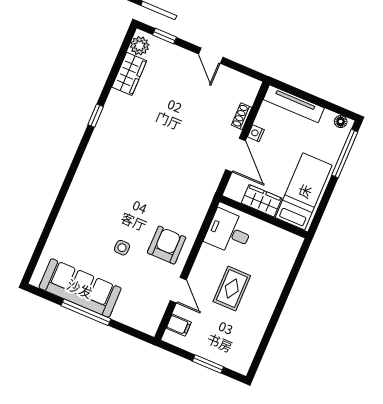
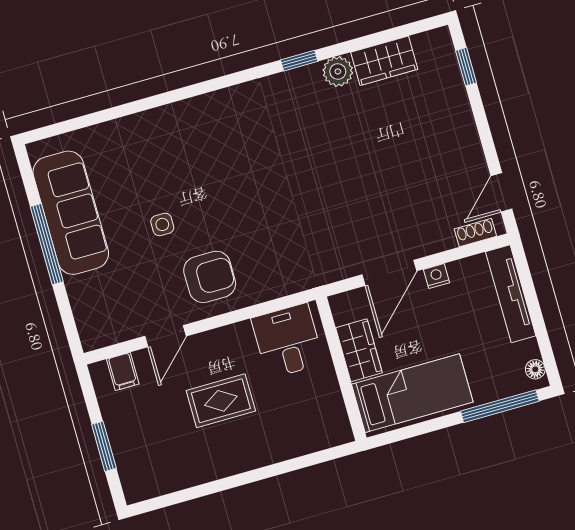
plant: (140, 46) -> (338, 71), moved
door: (211, 56) -> (501, 192), moved
shoe rack: (242, 116) -> (475, 233), moved

